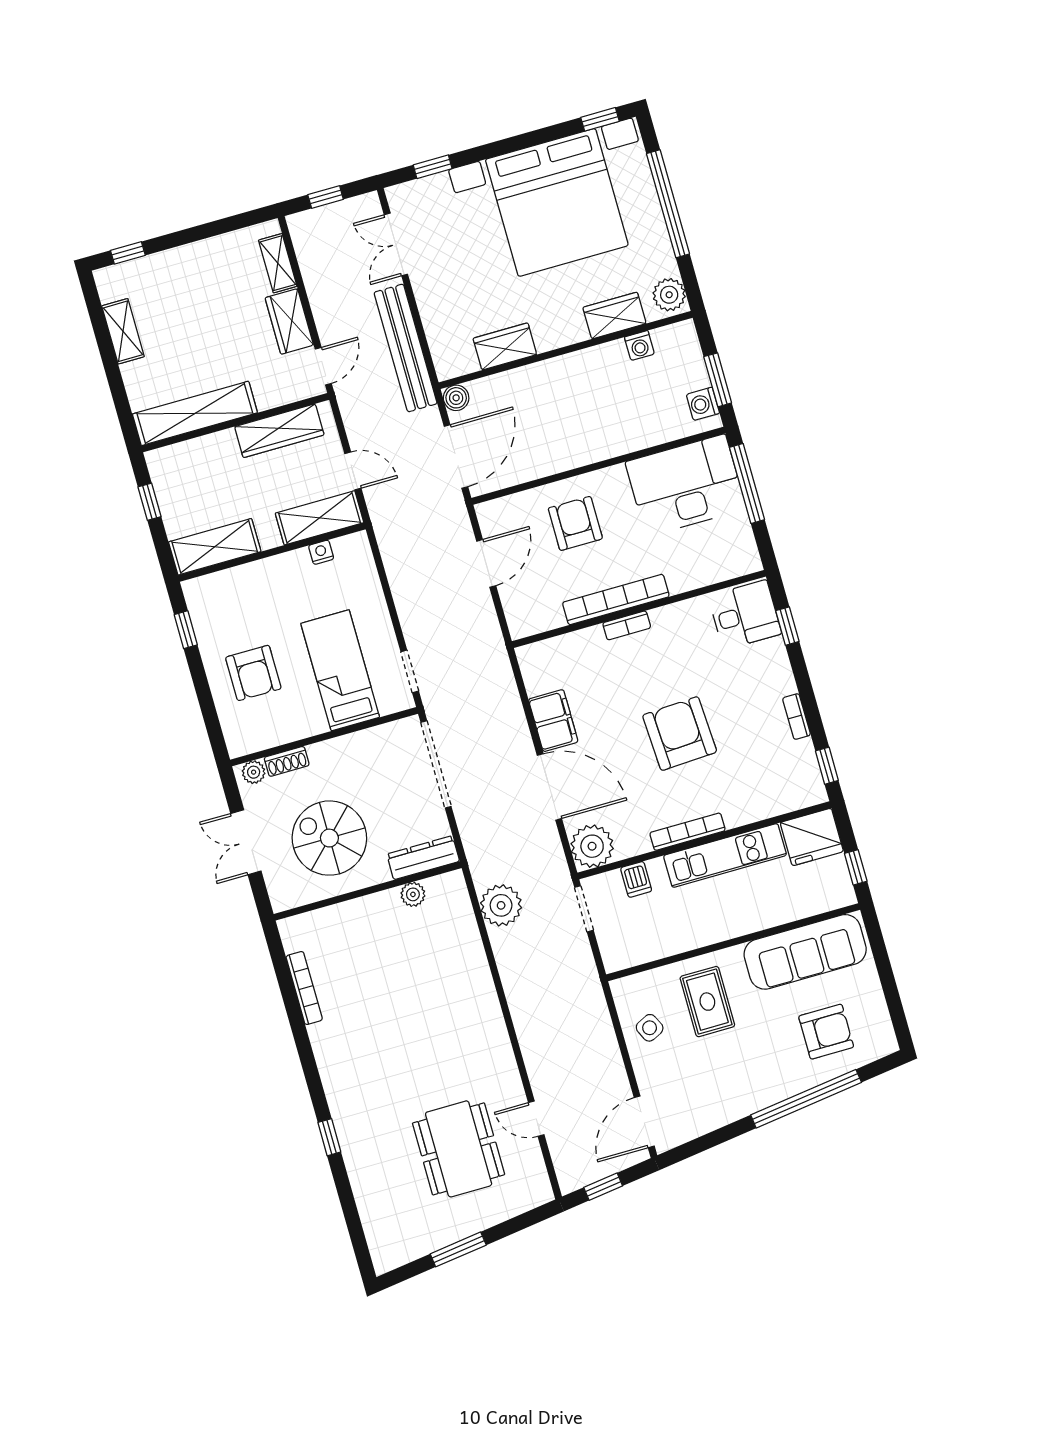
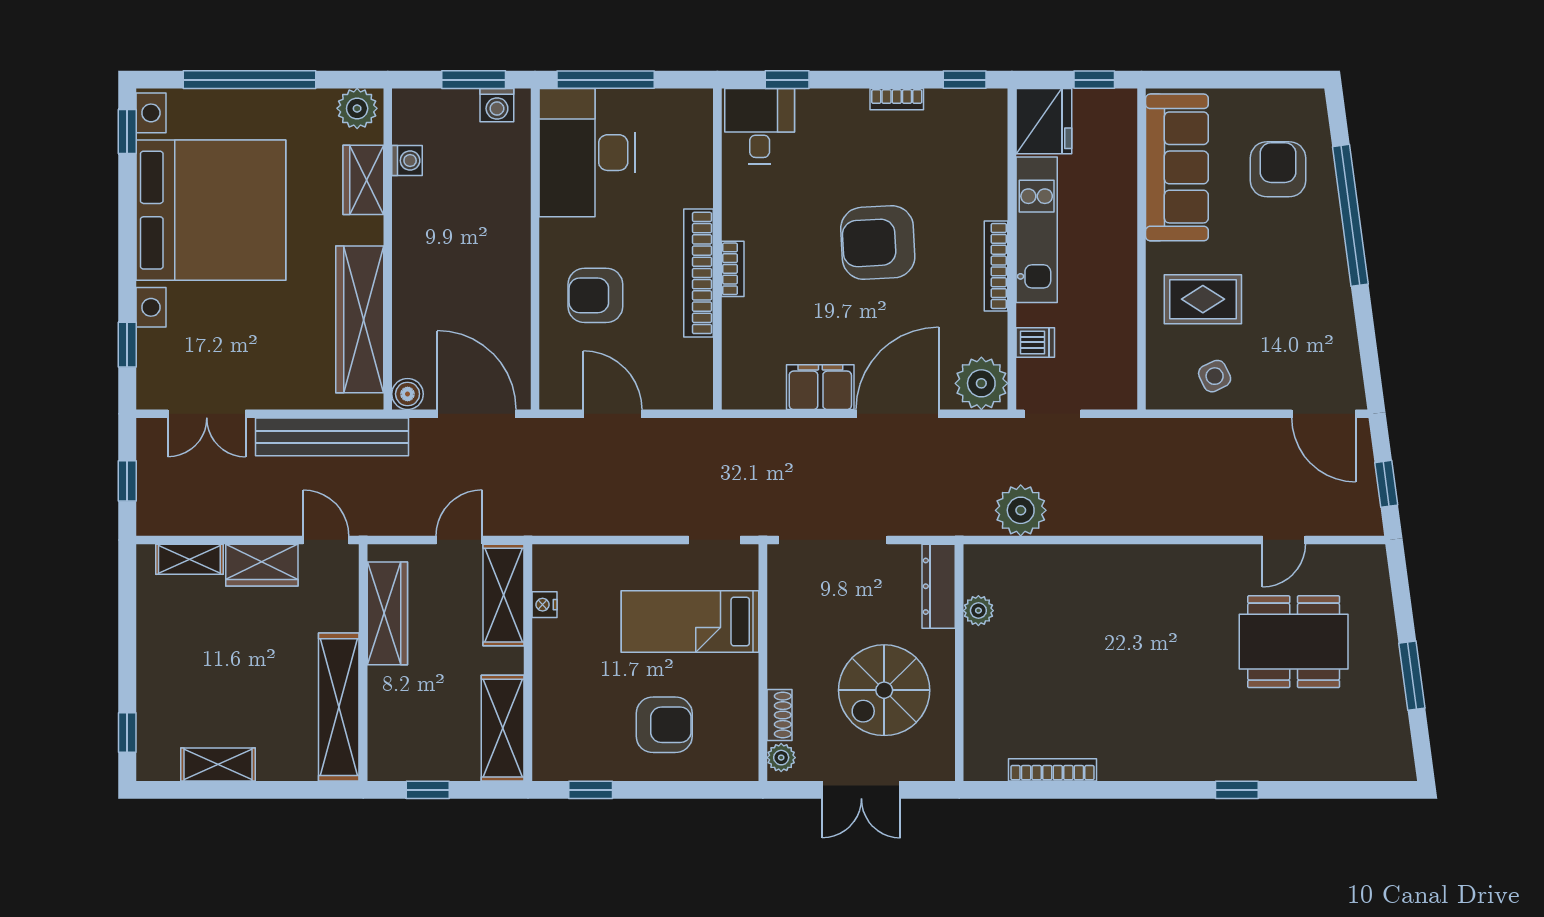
wardrobe: (505, 346) -> (360, 319), width x2.10, depth x1.17

